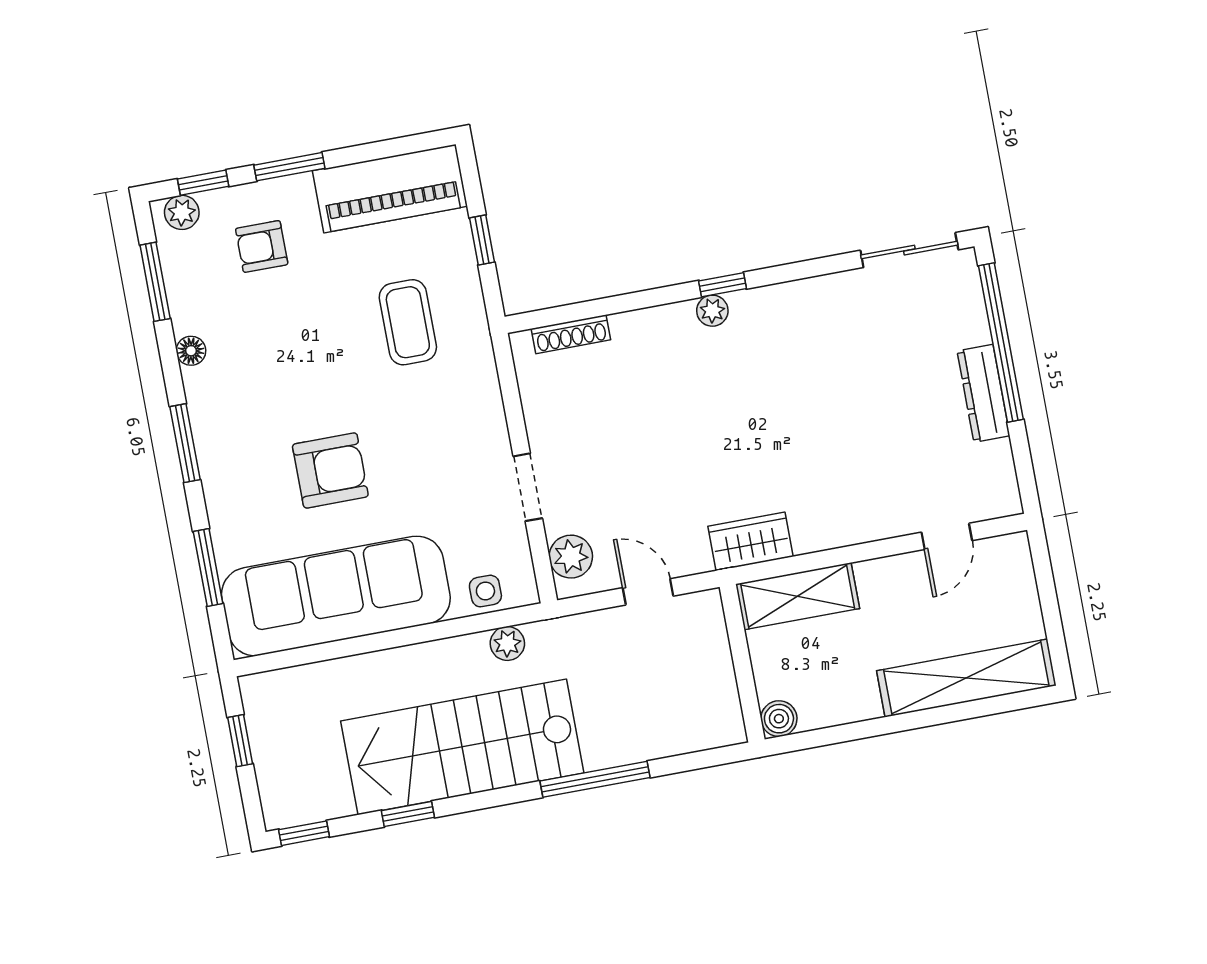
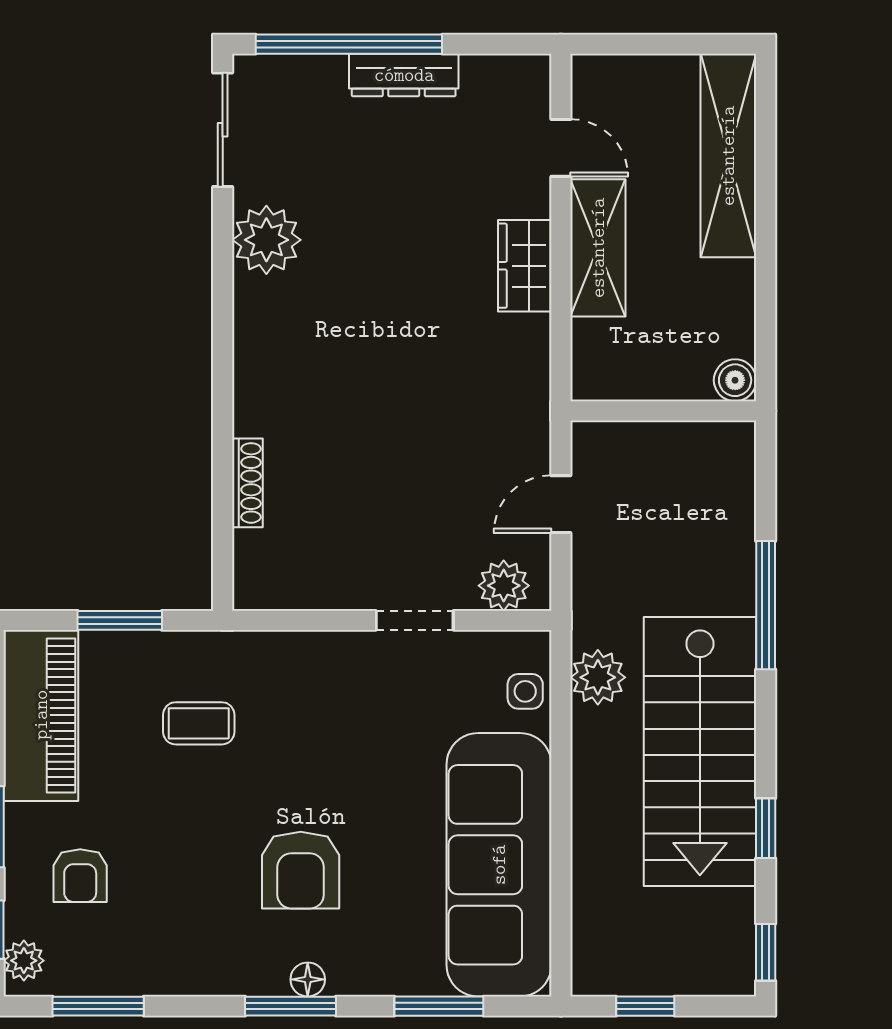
window: (482, 240) -> (120, 620), width x1.50
window: (723, 285) -> (223, 353), removed
plant: (712, 311) -> (266, 240), moved, width x1.88, depth x1.88
coffee table: (408, 322) -> (199, 723), width x0.73, depth x0.77
shoe rack: (571, 334) -> (247, 483), moved
floor lamp: (191, 351) -> (308, 979), moved
armchair: (330, 470) -> (301, 870), moved, turned 180
wardrobe: (751, 541) -> (525, 266), moved
shelving: (798, 596) -> (598, 248), moved
plant: (507, 643) -> (598, 677), width x1.38, depth x1.38

